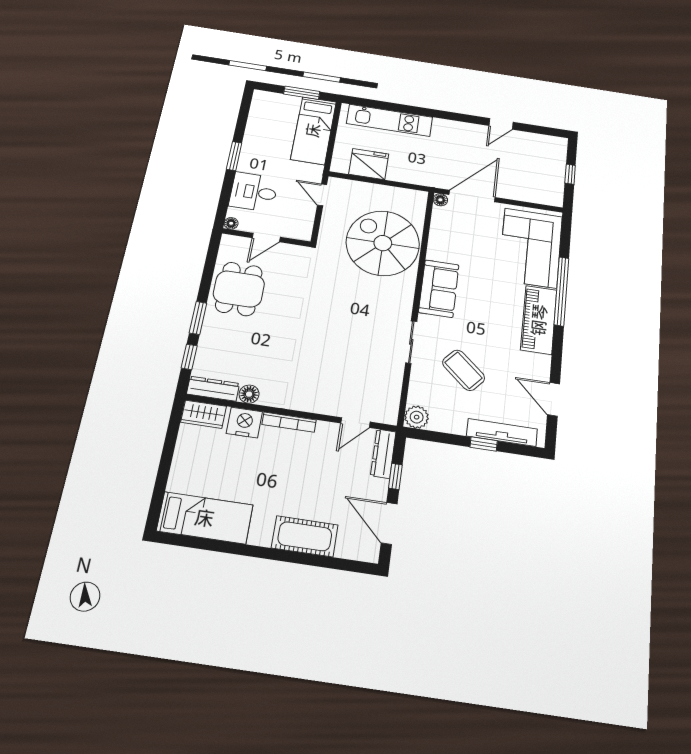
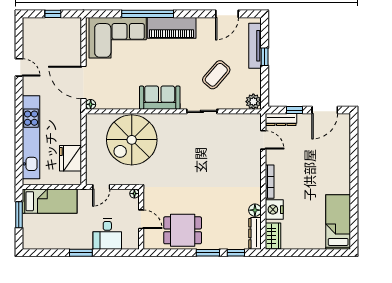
kitchen unit: (390, 120) -> (31, 137), width x1.36
floor lamp: (231, 223) -> (134, 194), moved
cot: (305, 536) -> (340, 160), removed

